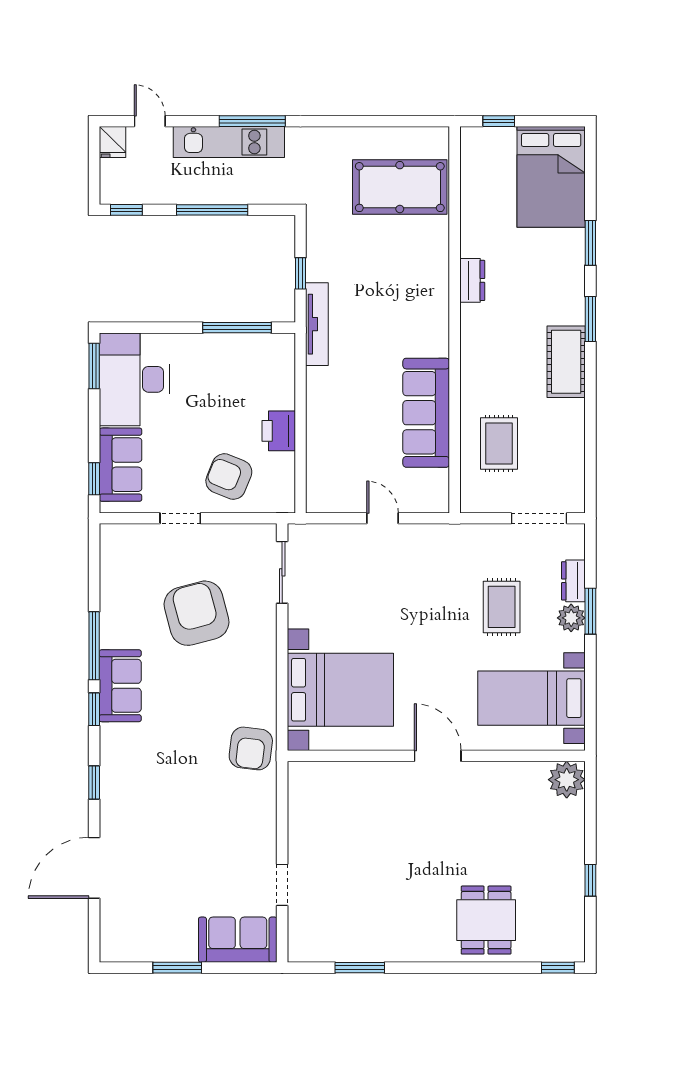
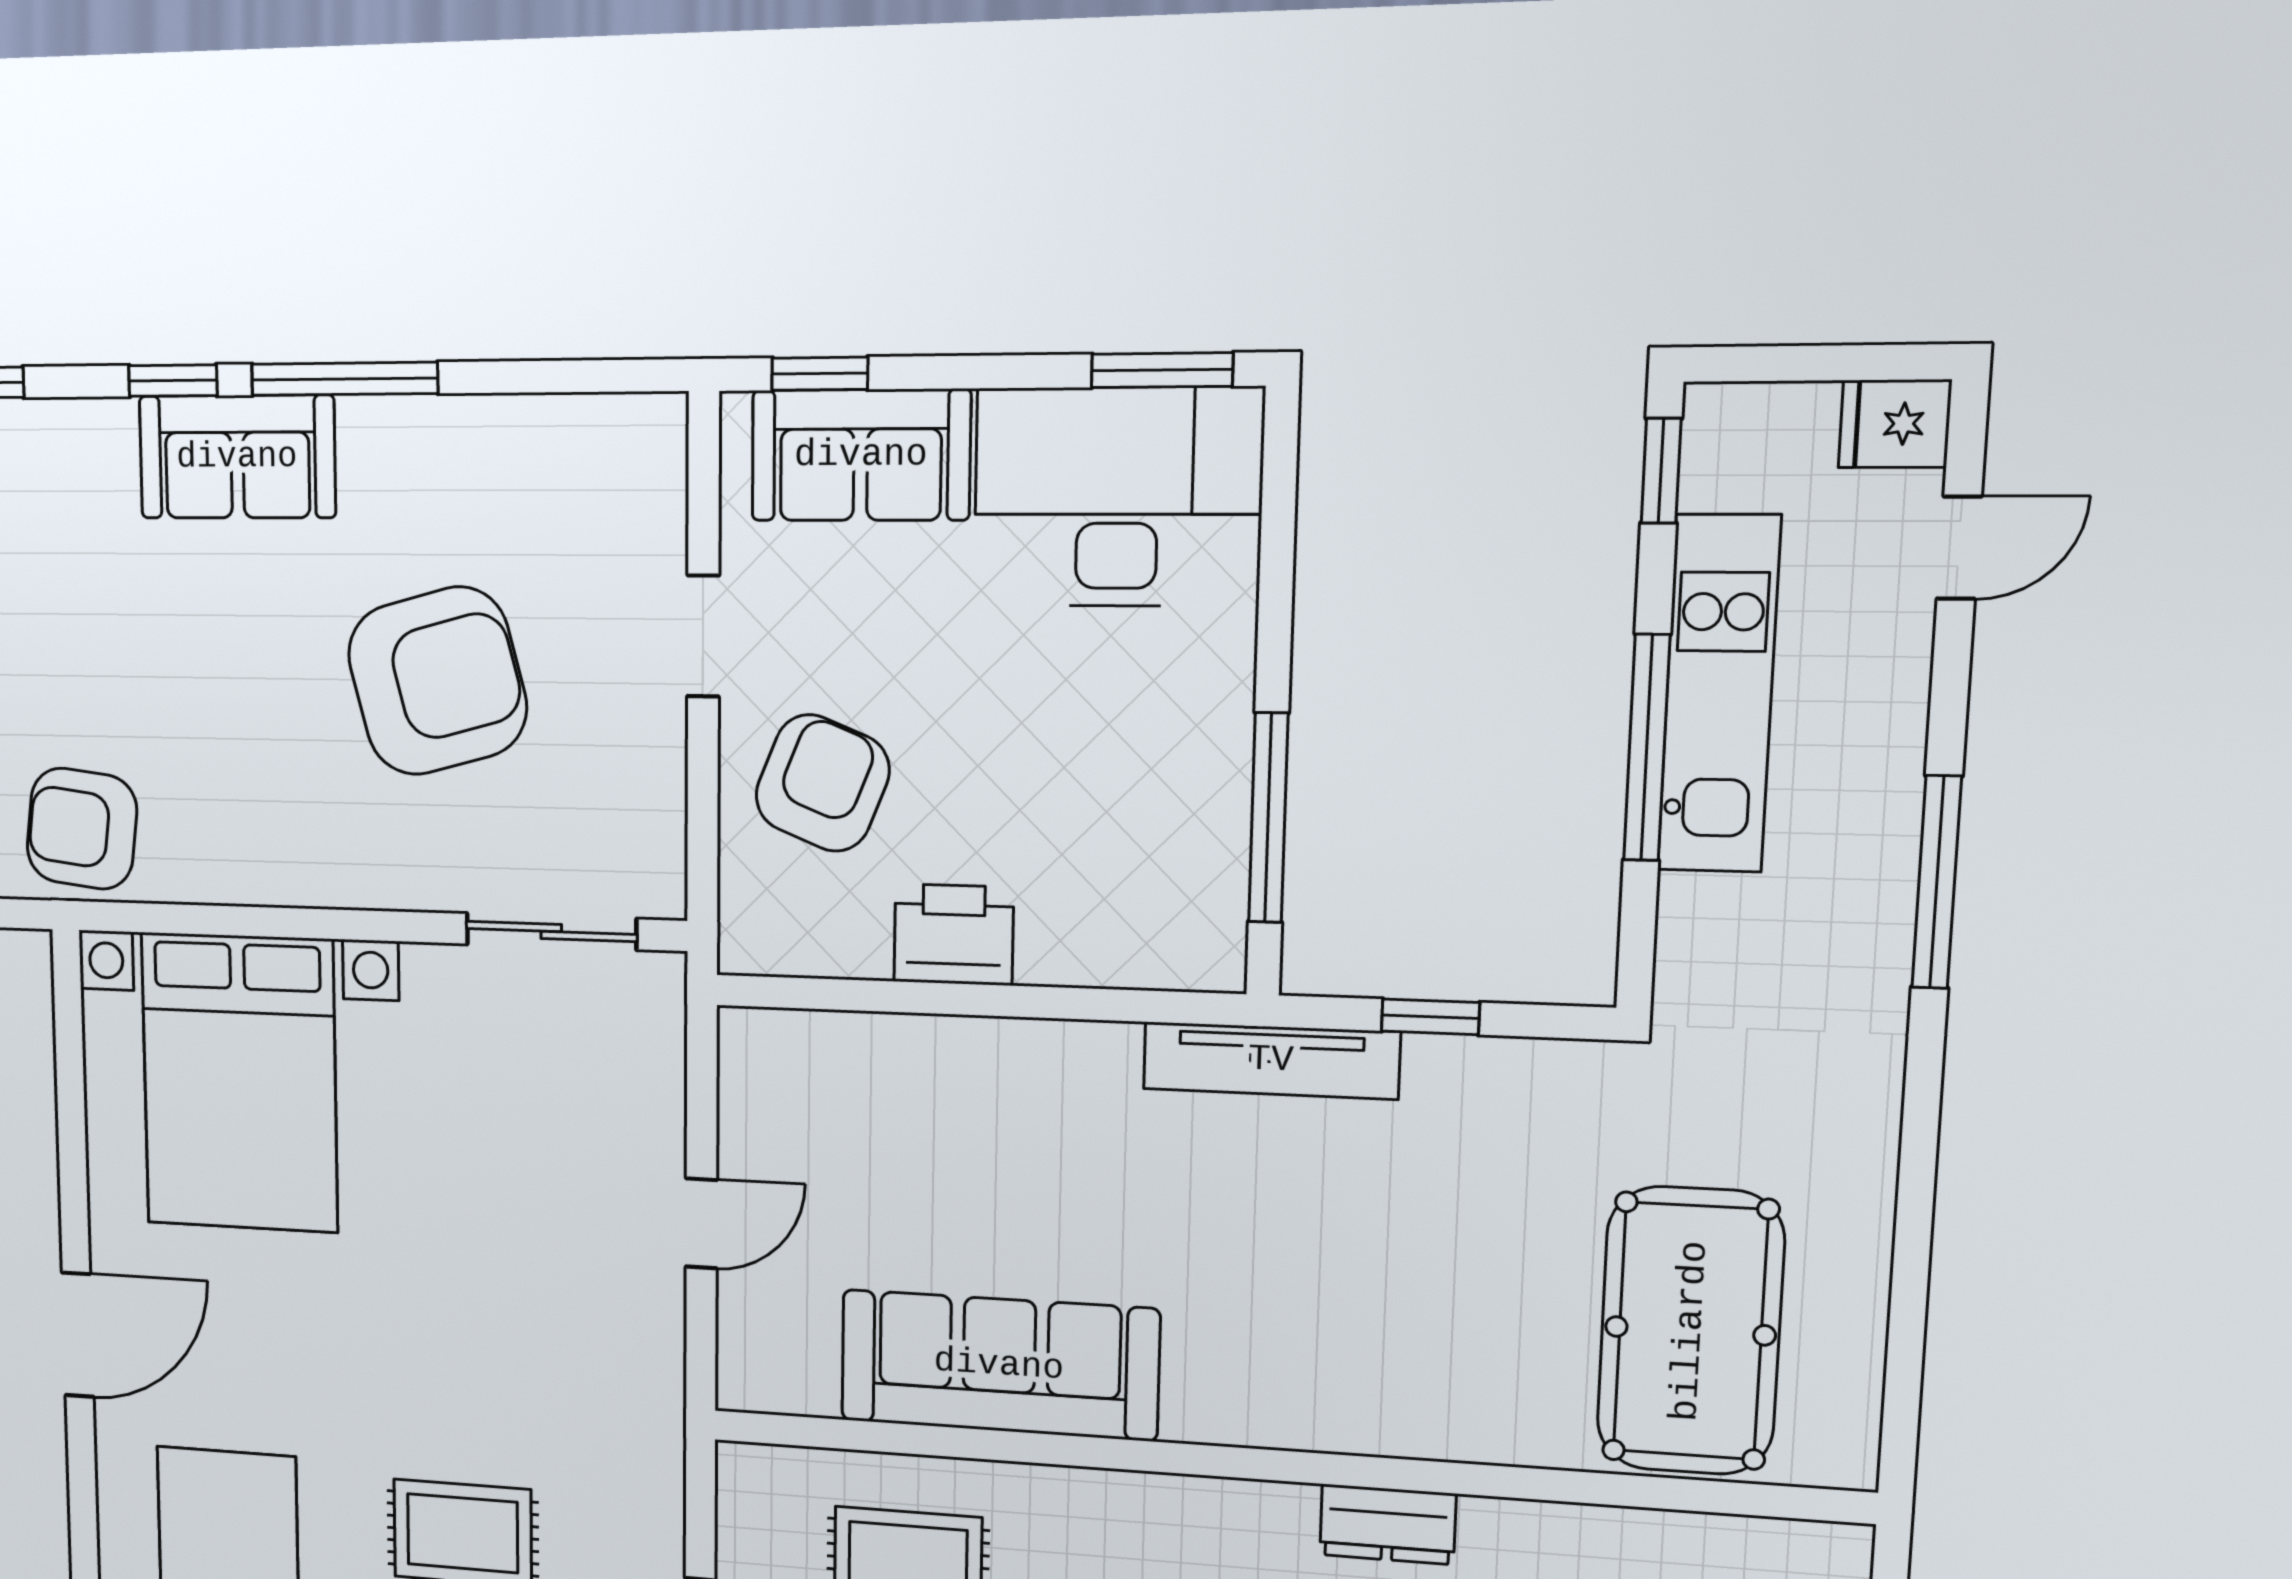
kitchen unit: (229, 142) -> (1719, 694), moved, turned 180

